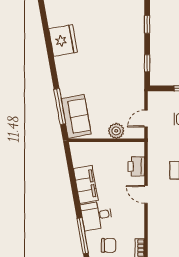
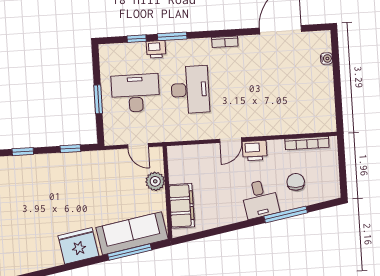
fridge: (63, 40) -> (78, 246), moved
sofa: (76, 116) -> (132, 233), width x1.36
printer: (136, 166) -> (255, 151), moved
filing cabinet: (86, 184) -> (182, 206), moved, turned 100

